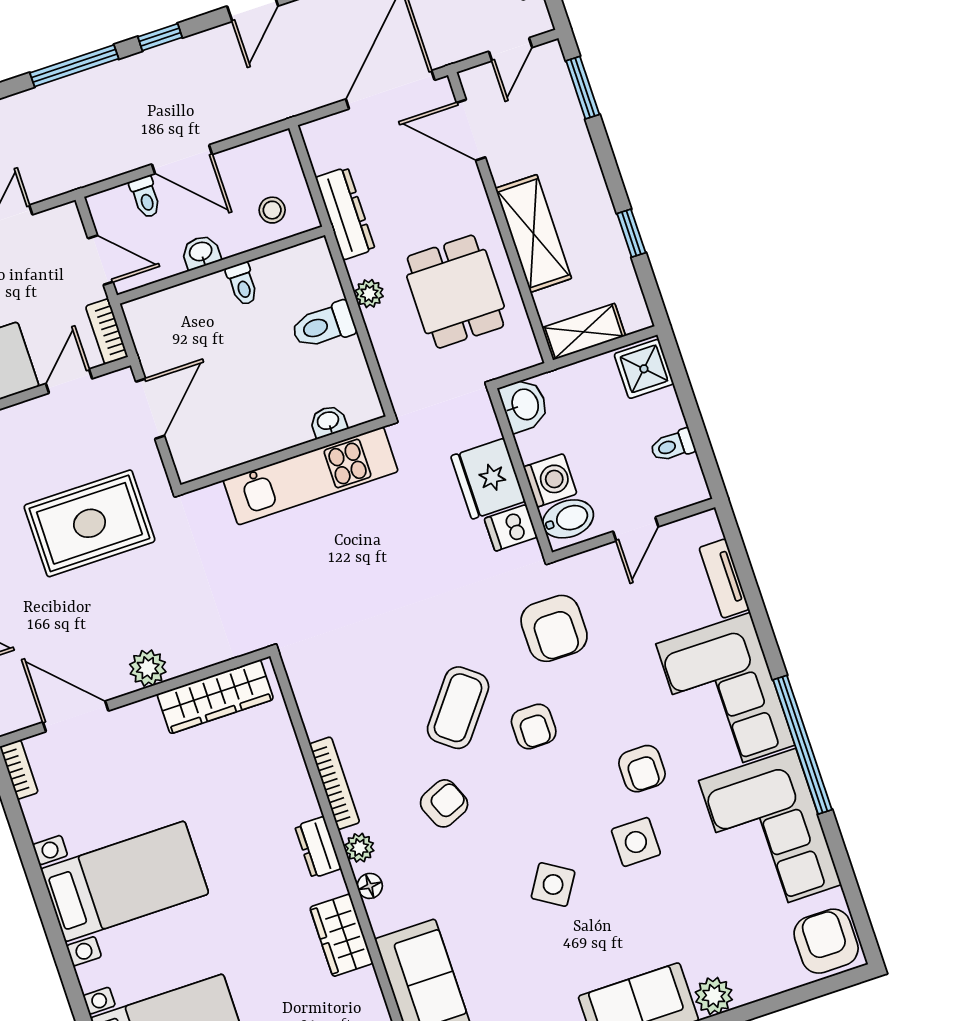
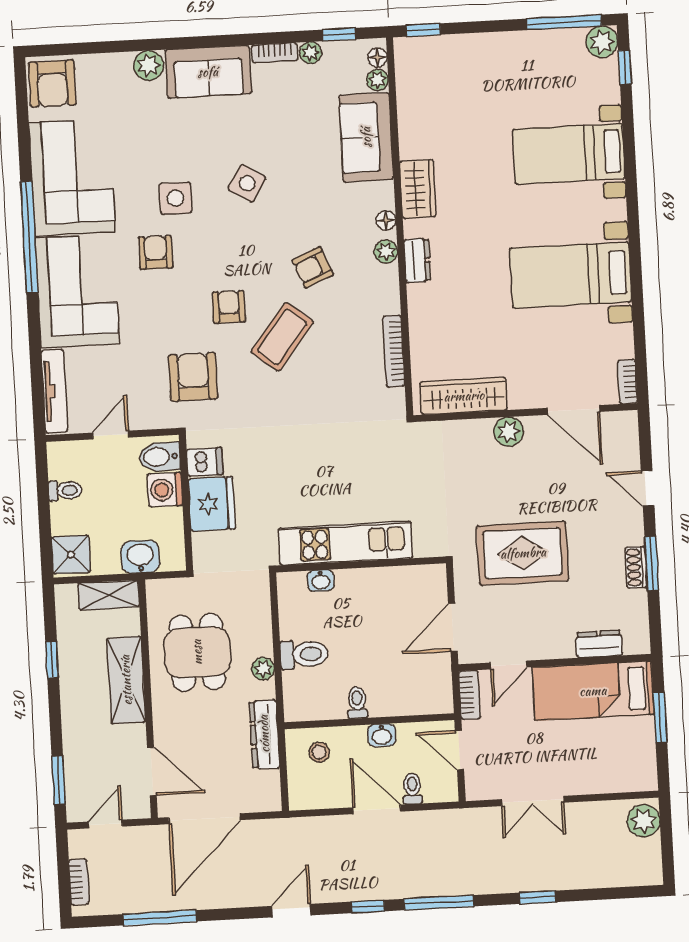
washbasin: (524, 405) -> (140, 557), moved, turned 90
tv unit: (724, 578) -> (54, 391), width x1.41
bookcase: (335, 783) -> (394, 351), moved

